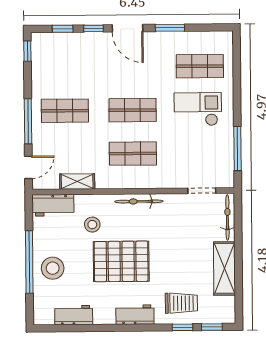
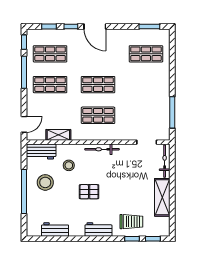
window: (170, 28) -> (149, 26), moved
shop shelf: (65, 67) -> (50, 54), added
checkout: (198, 109) -> (144, 84), removed
window: (28, 121) -> (24, 72), moved
pallet: (121, 261) -> (89, 192), width x0.49, depth x0.50
stool: (53, 268) -> (45, 182), moved

